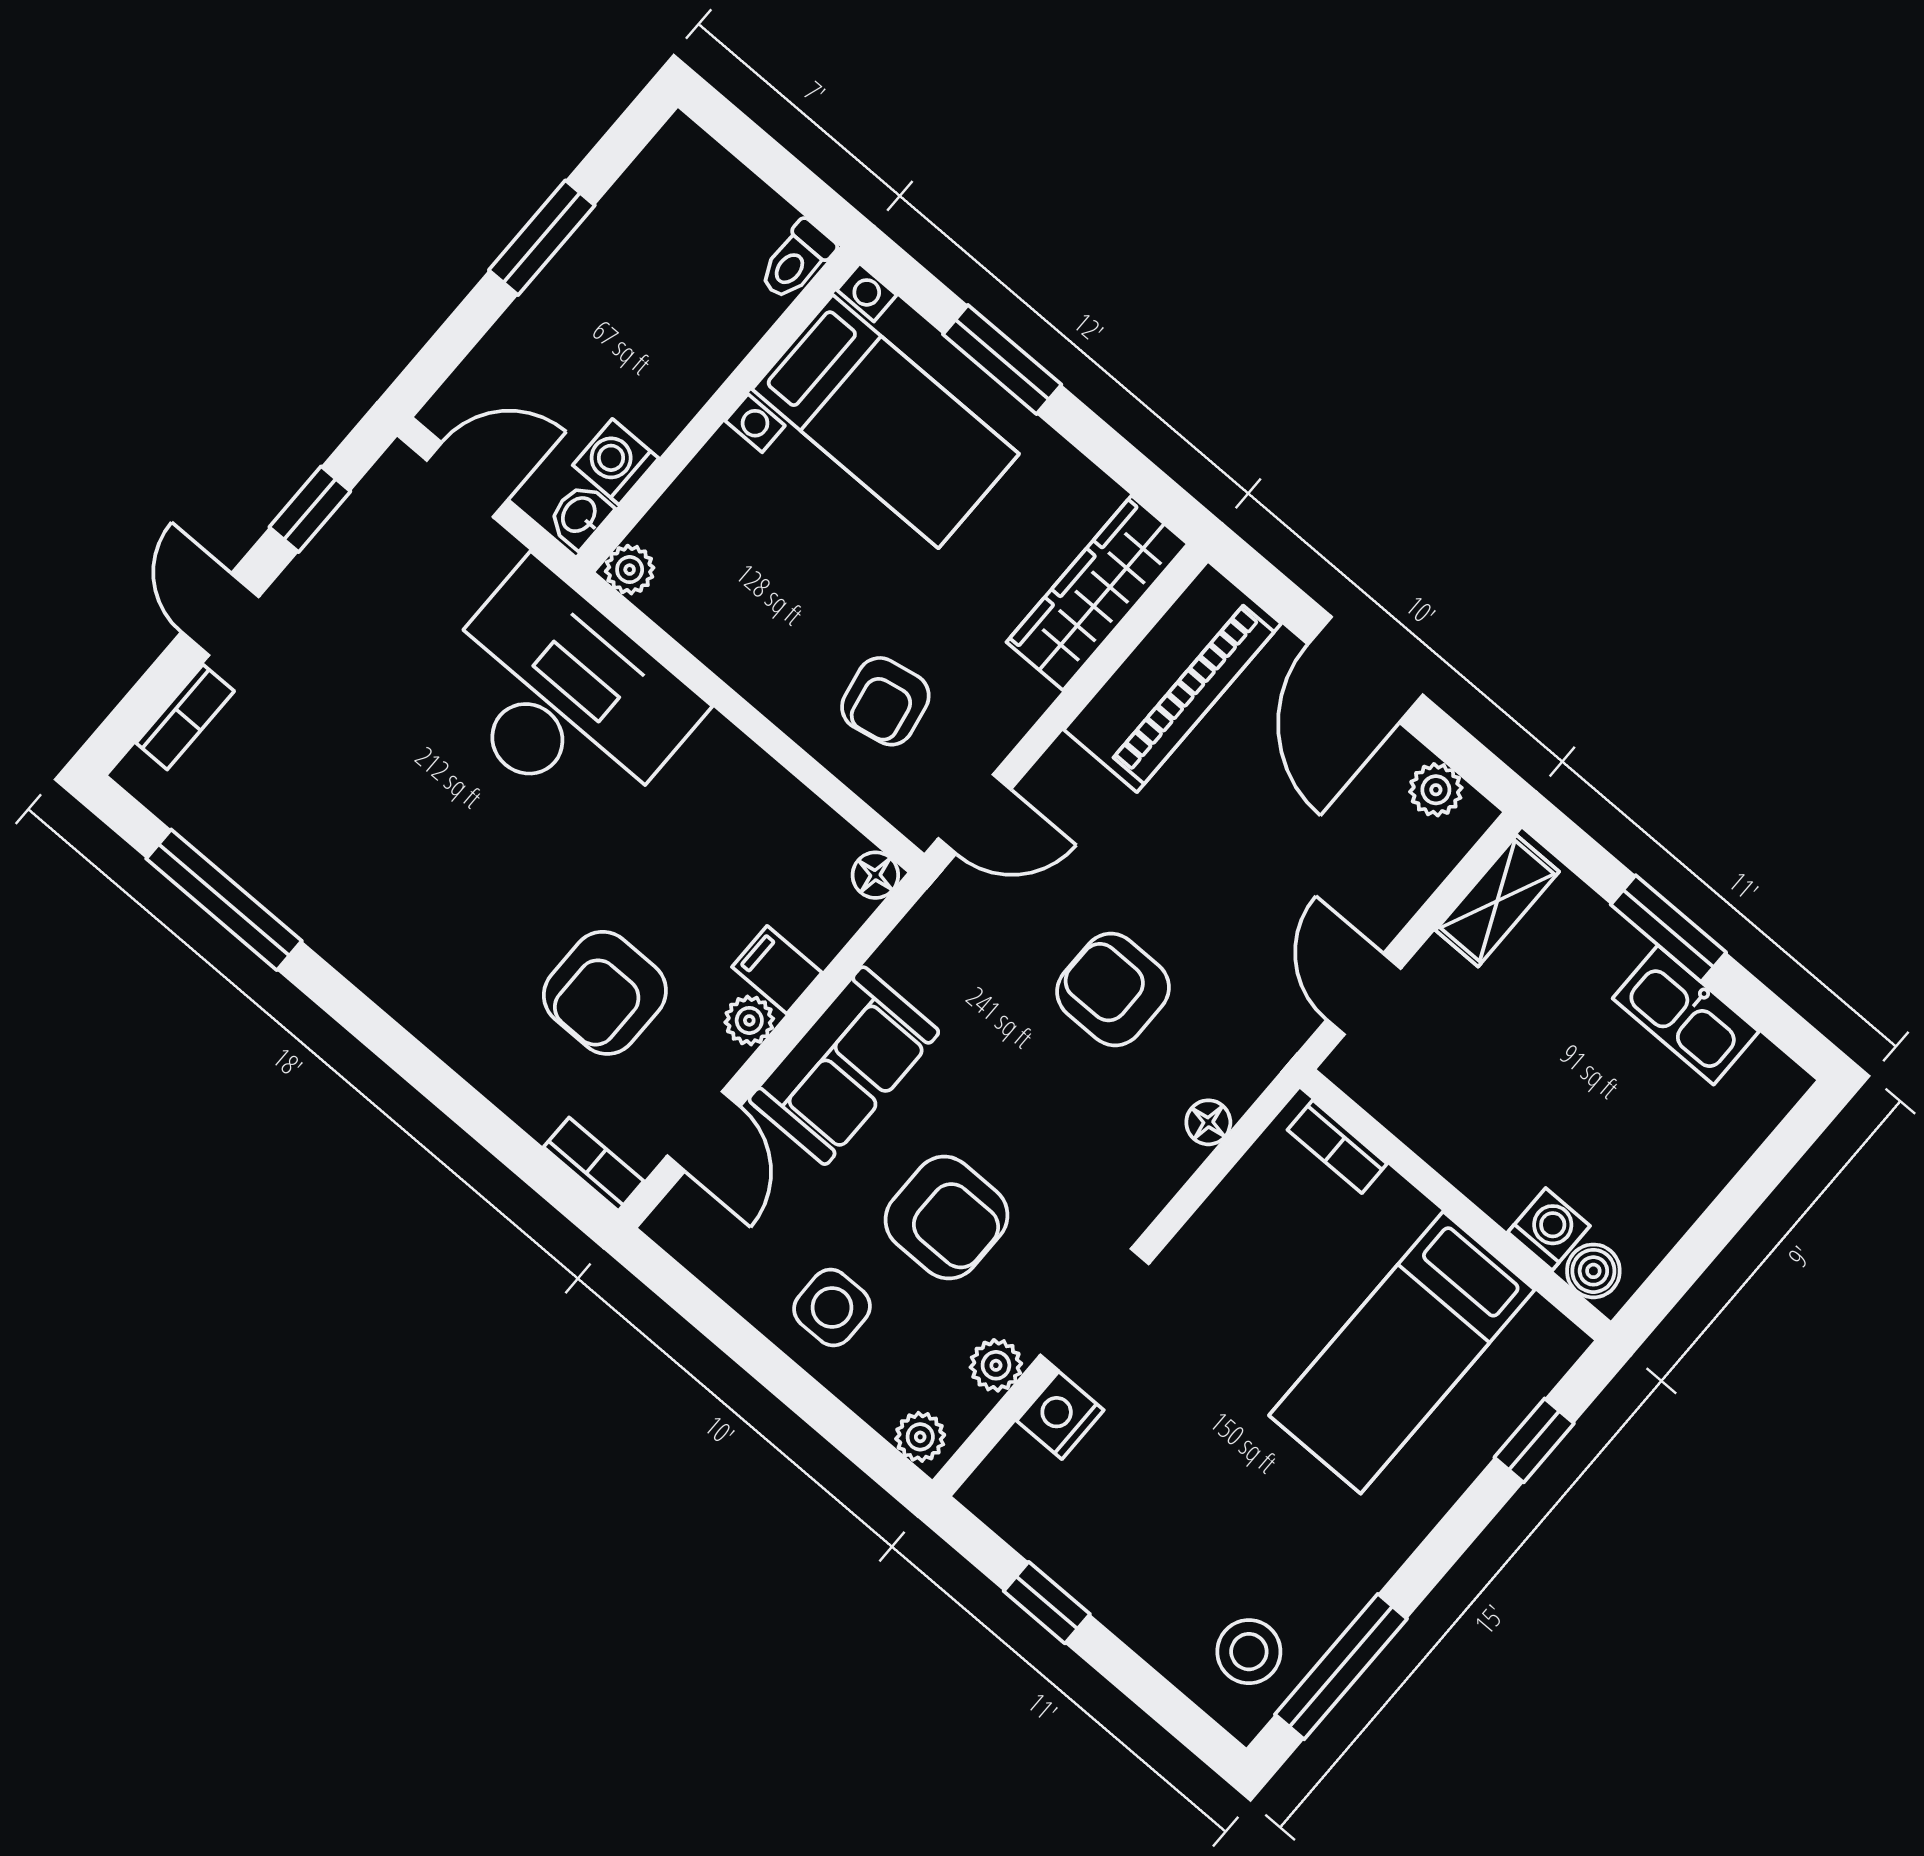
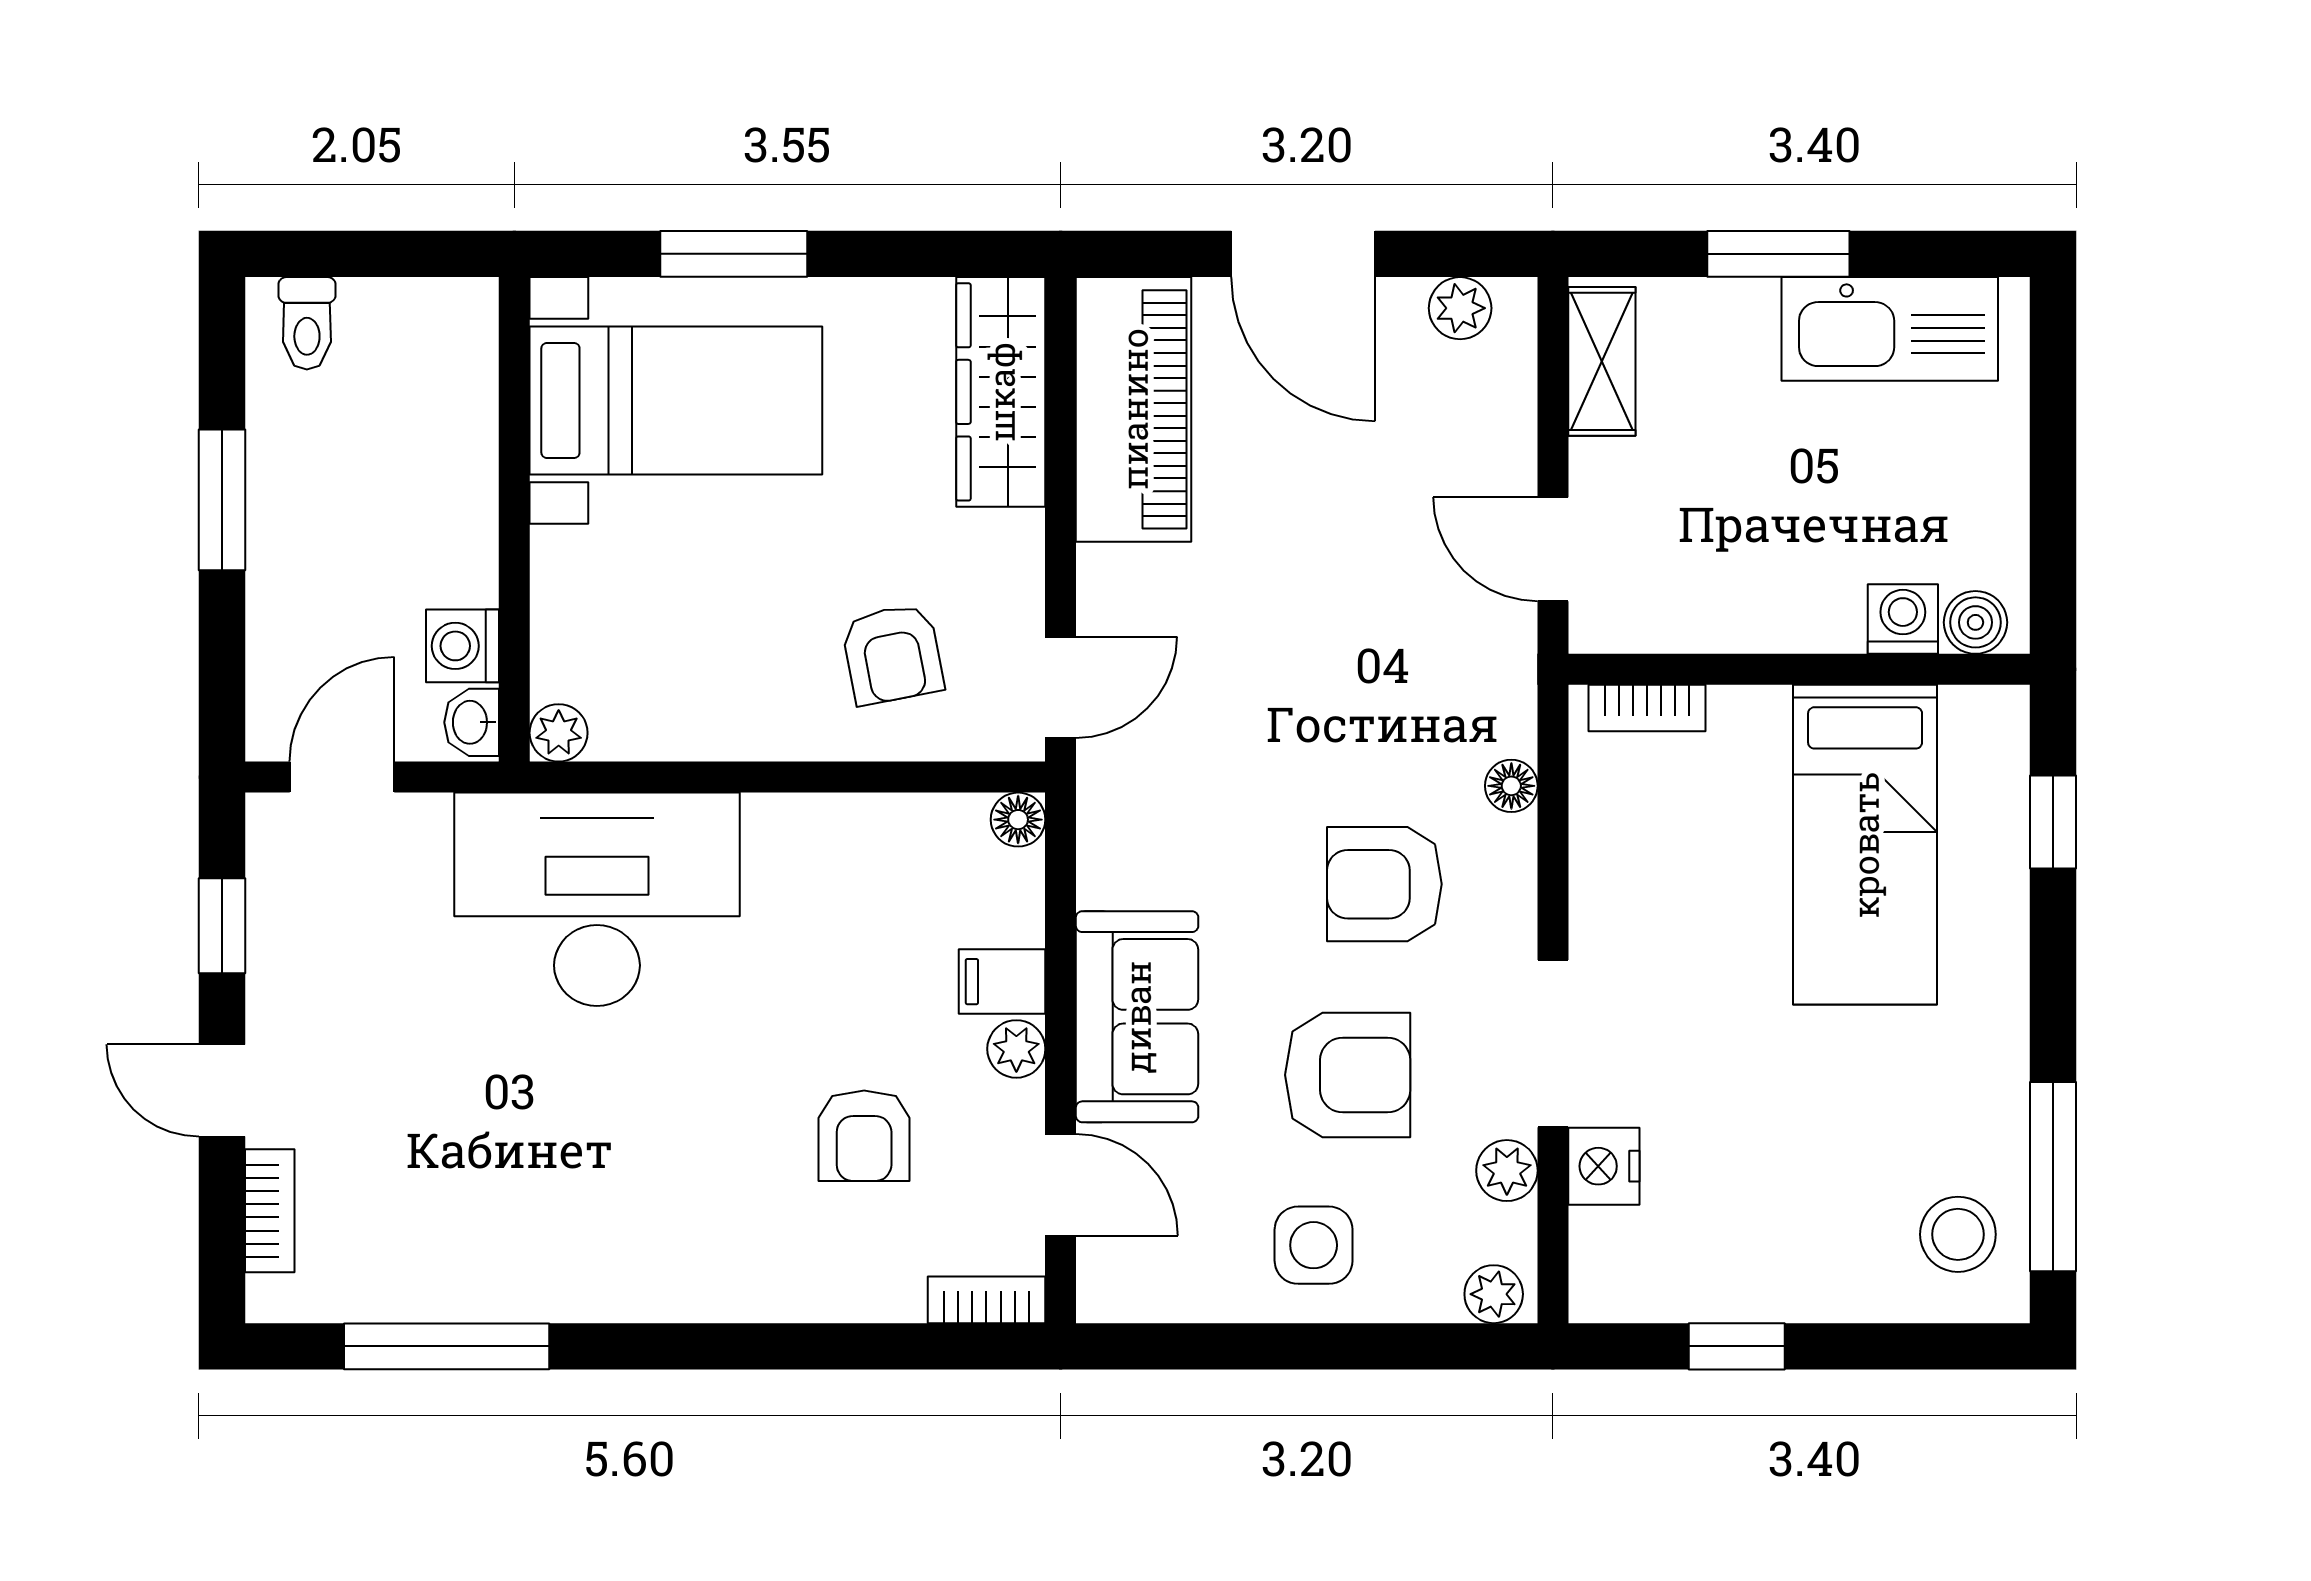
toilet: (797, 260) -> (307, 323), moved
armchair: (1113, 990) -> (1384, 884), moved
armchair: (605, 993) -> (864, 1136), width x0.72, depth x0.72
kitchen sink: (1686, 1015) -> (1890, 329), width x1.36, depth x1.24

